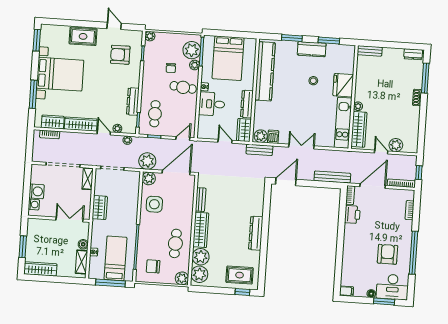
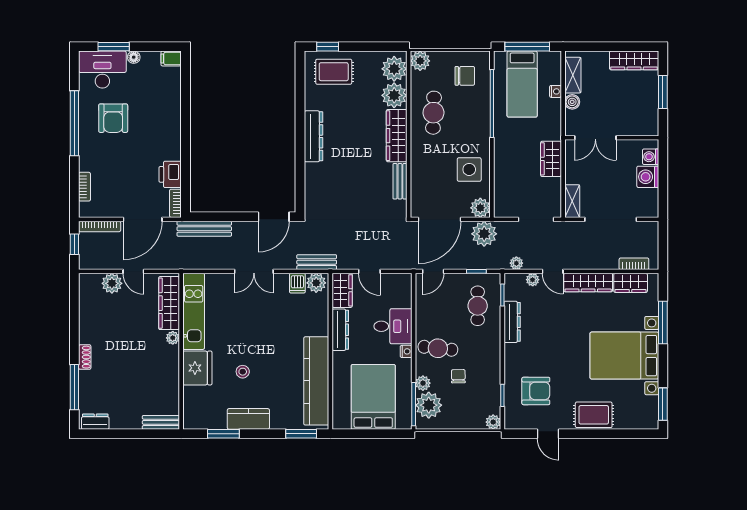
window: (292, 38) -> (301, 434), moved

